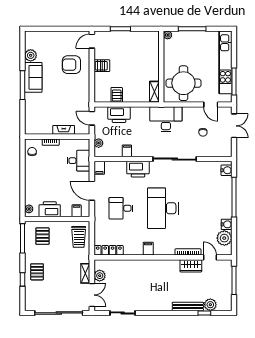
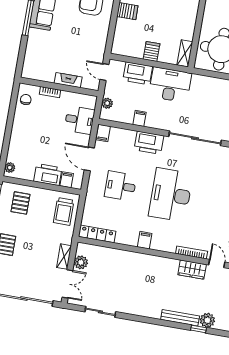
server rack: (117, 95) -> (151, 51), moved
desk: (166, 119) -> (170, 85), moved
printer: (50, 209) -> (48, 175), moved

